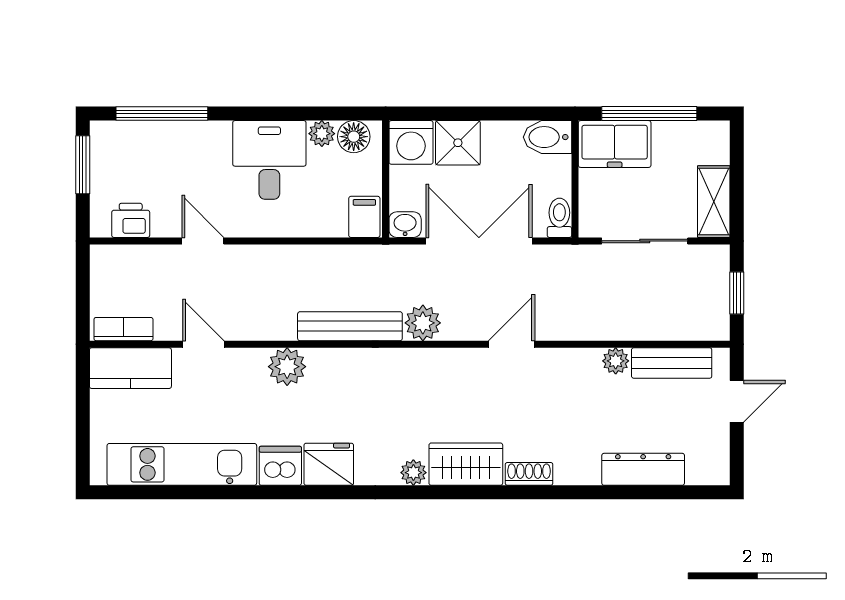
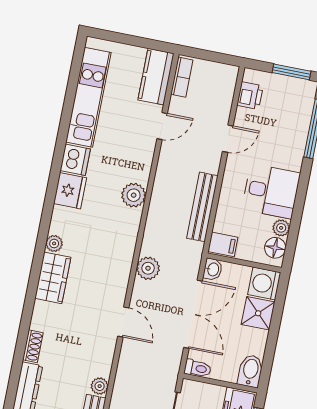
bench: (350, 326) -> (202, 207), moved
plant: (287, 367) -> (134, 195), moved
shoe rack: (529, 474) -> (33, 346), moved

